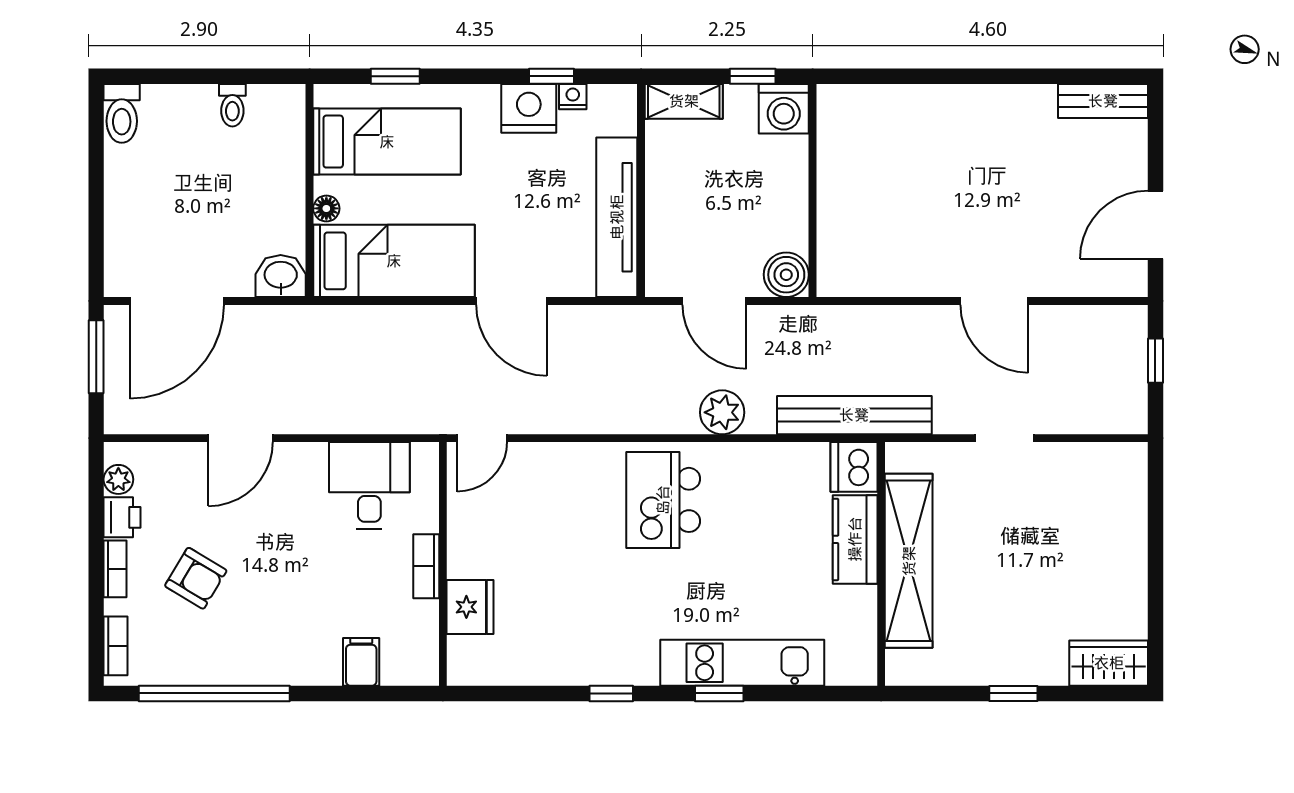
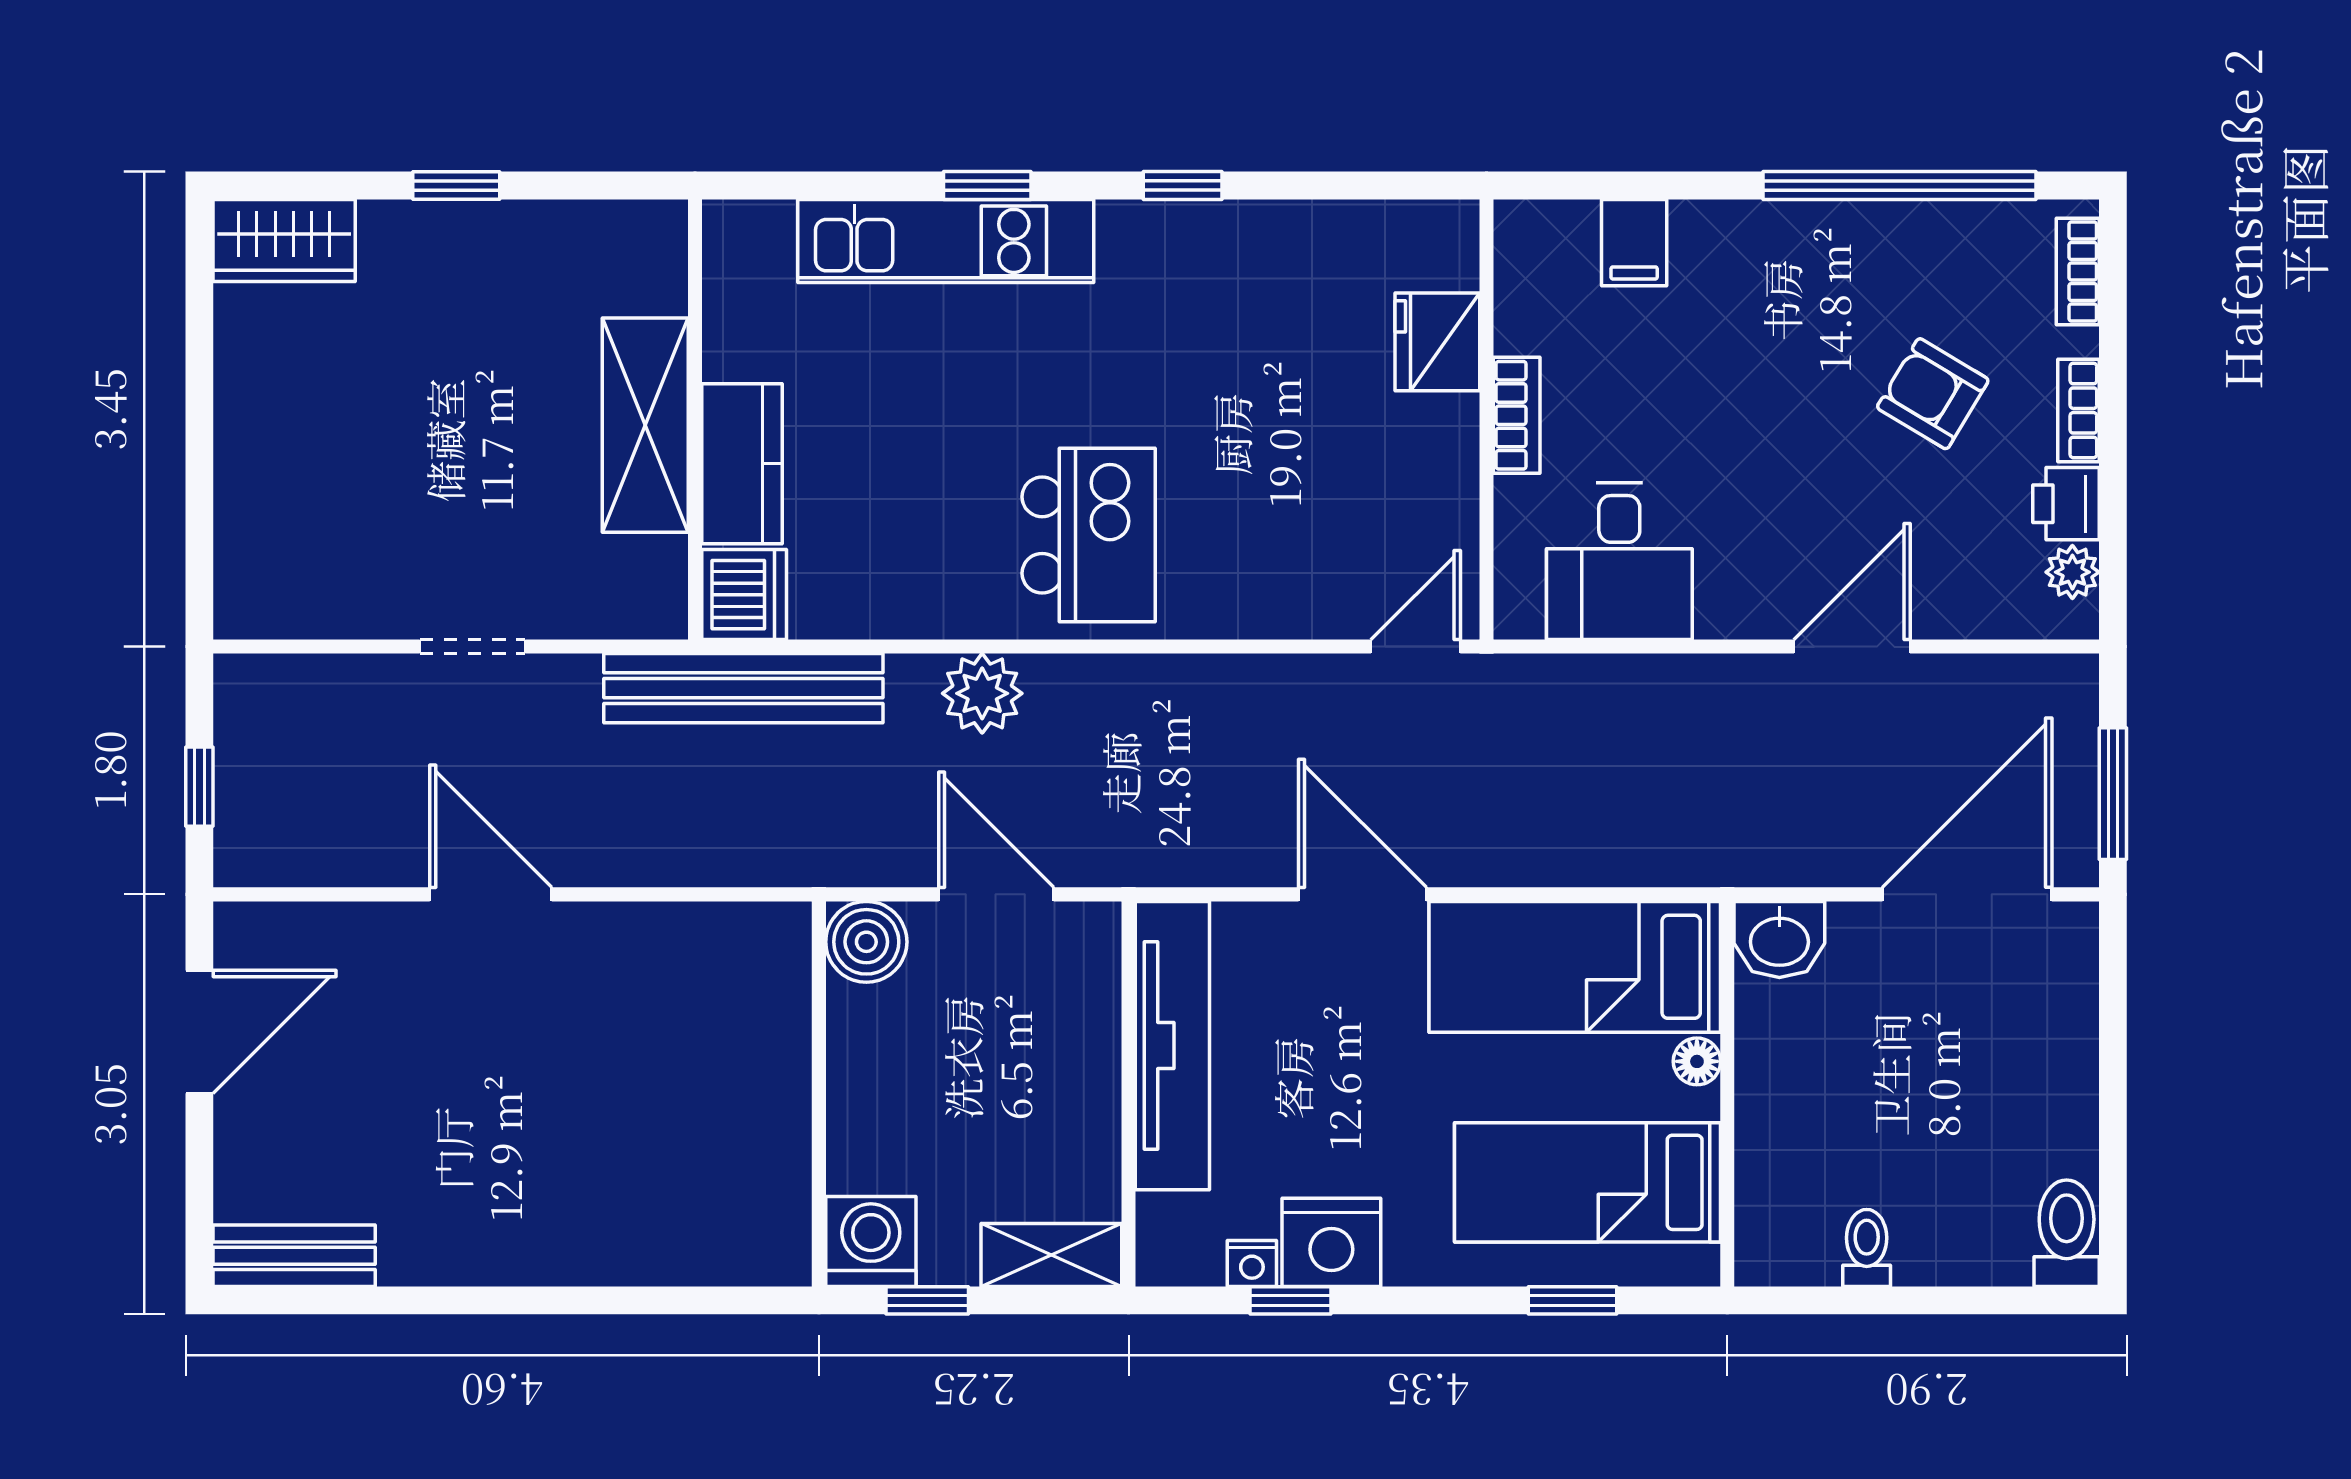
shelving: (909, 561) -> (645, 425), width x0.68

